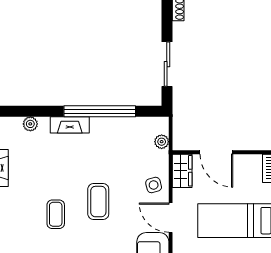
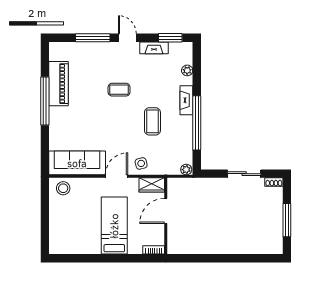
sliding door: (167, 64) -> (244, 174), moved
plant: (162, 142) -> (186, 170), moved
coffee table: (98, 202) -> (152, 121), moved, turned 90

